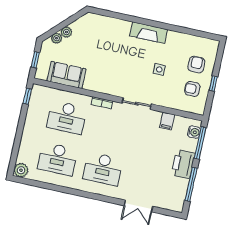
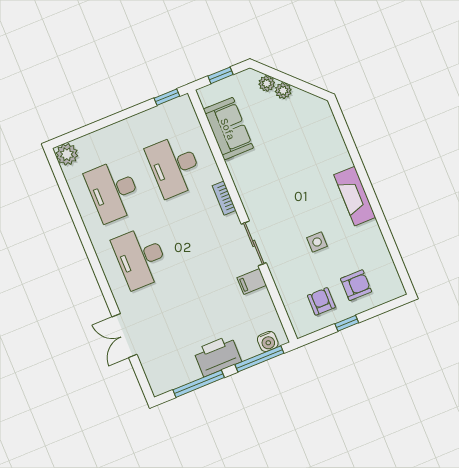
filing cabinet: (167, 121) -> (252, 282), moved

